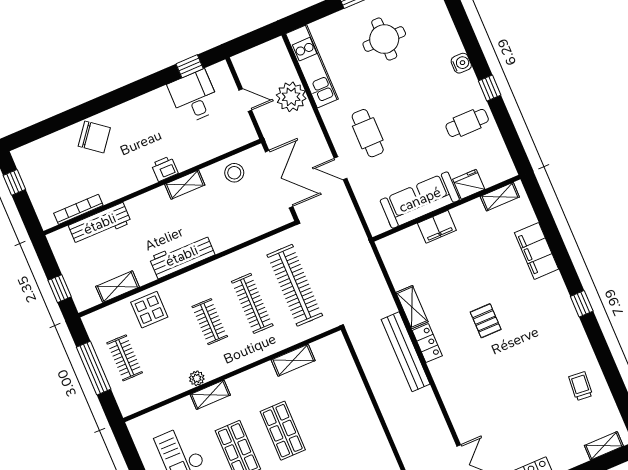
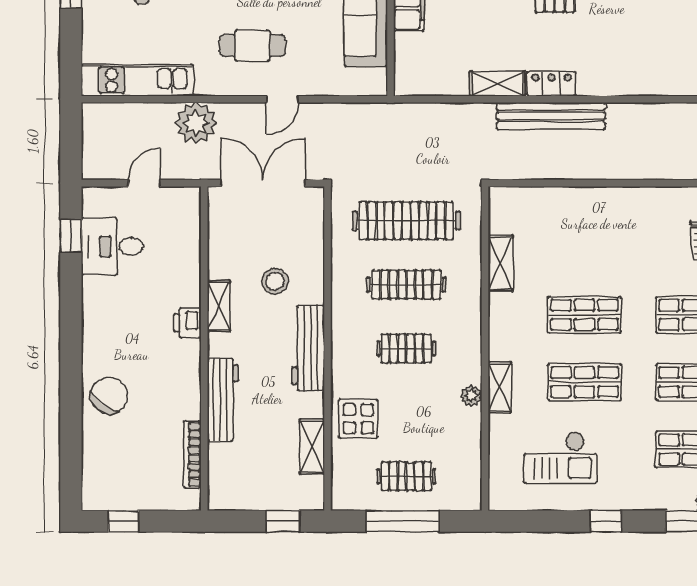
plant: (291, 97) -> (196, 123), moved
stool: (234, 173) -> (275, 281), moved
workbench: (100, 224) -> (223, 400), moved

